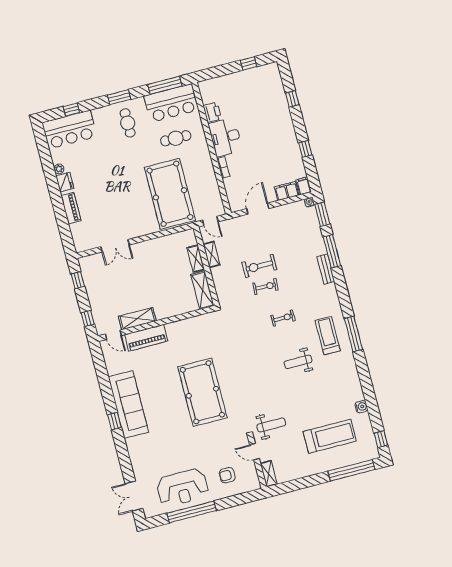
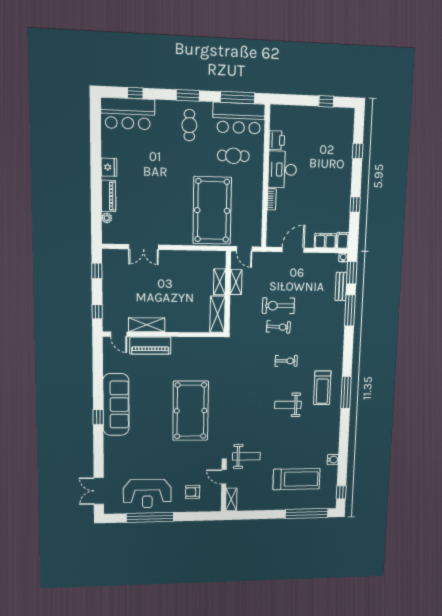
plant: (59, 169) -> (107, 218), moved
bench: (326, 269) -> (341, 286), moved
treadmill: (328, 336) -> (322, 388), turned 180

